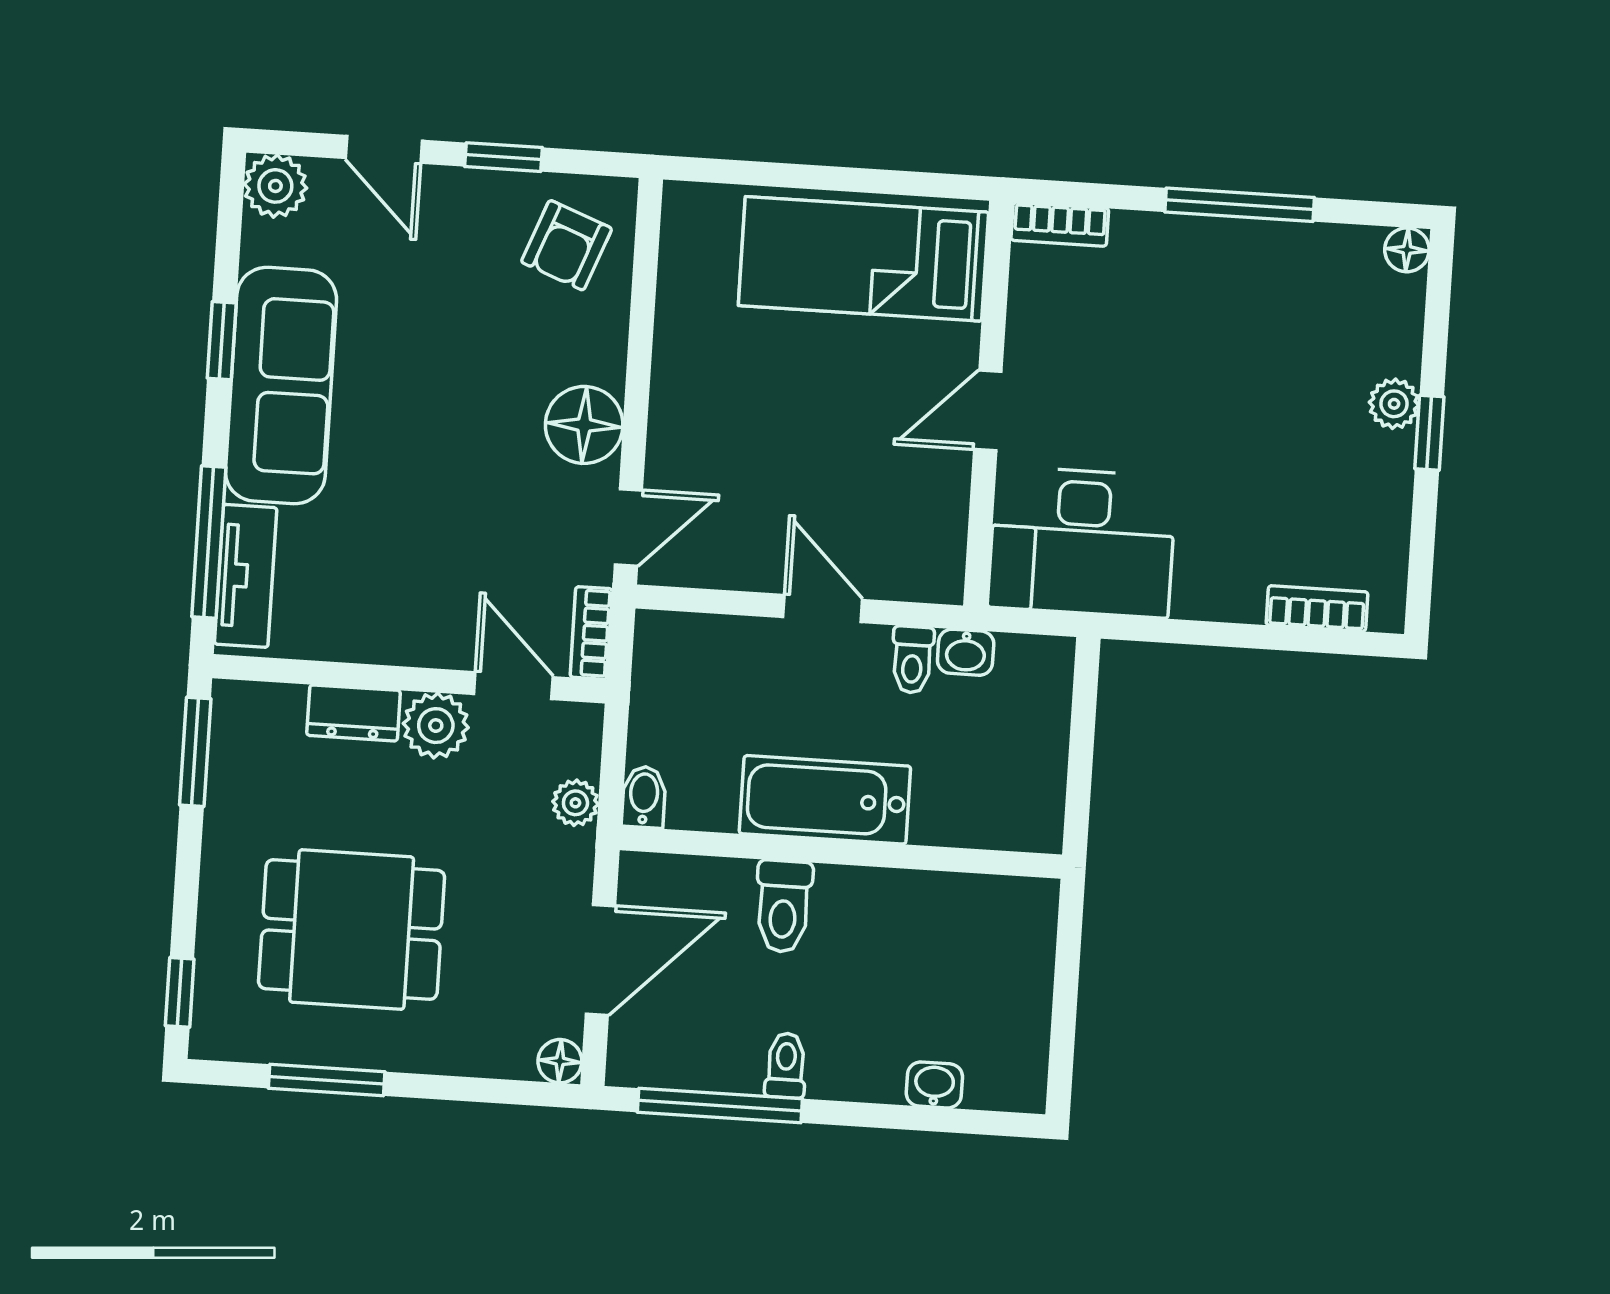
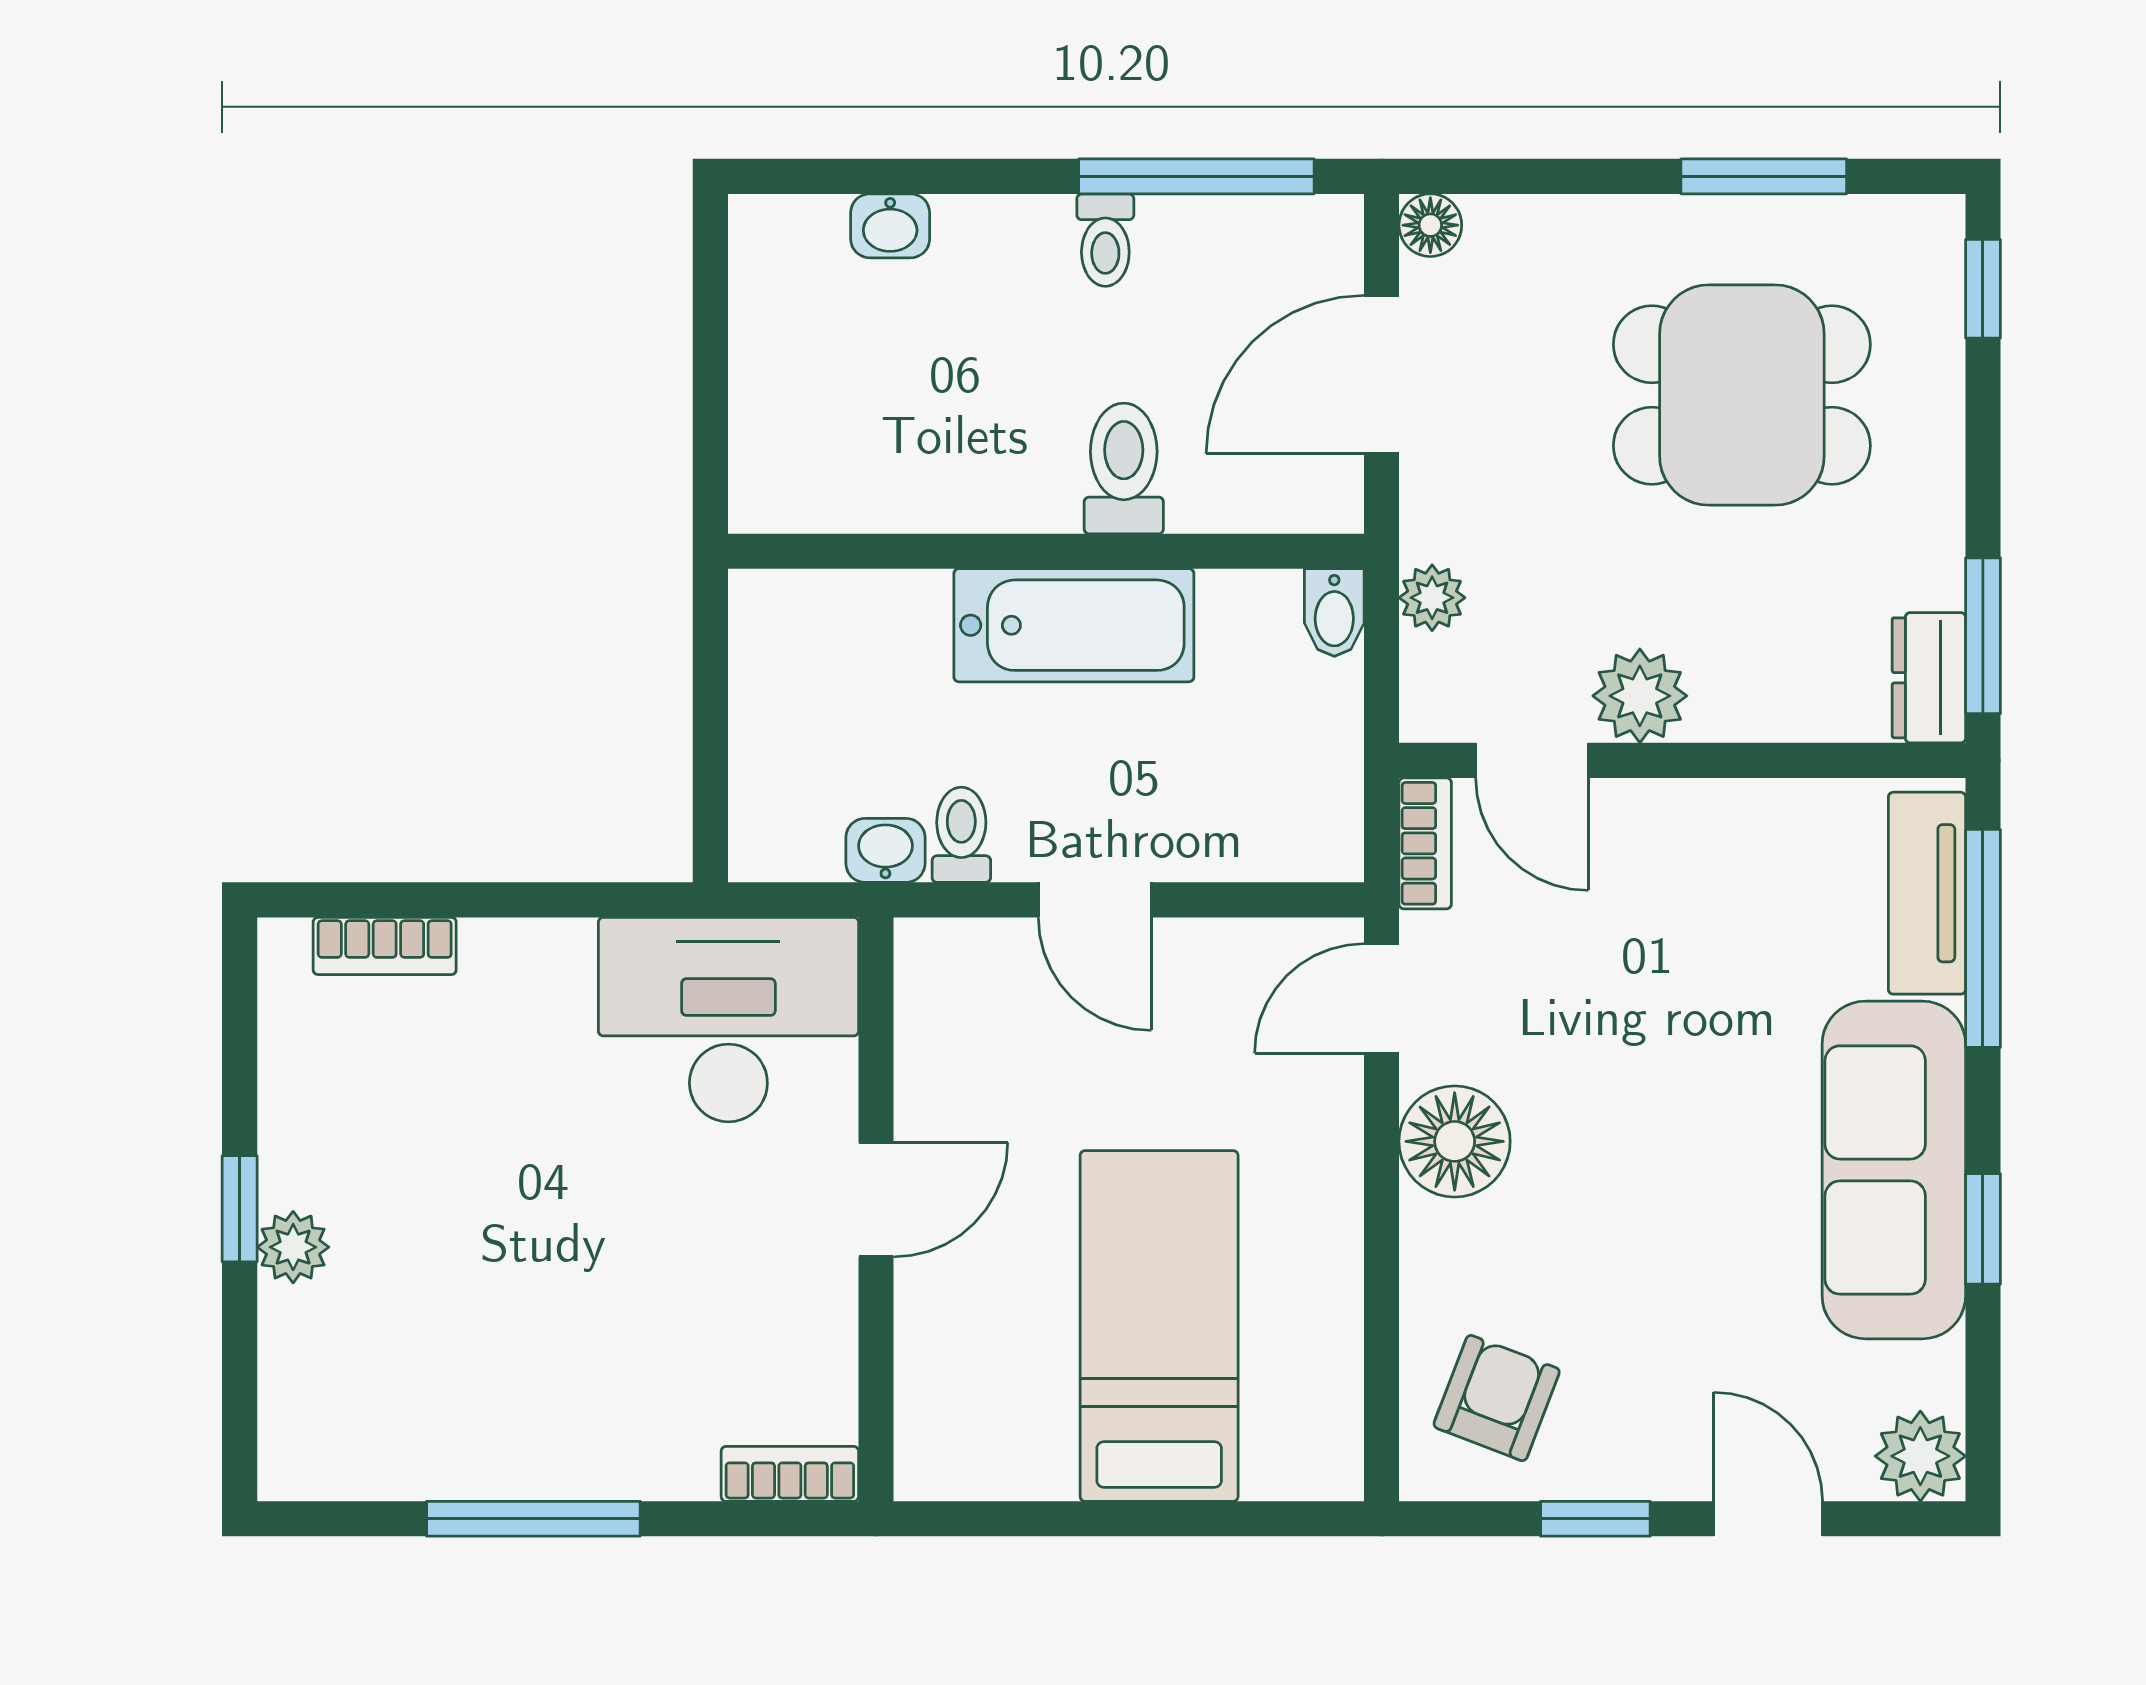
floor lamp: (1407, 250) -> (289, 1470), removed
bed: (863, 259) -> (1159, 1326), moved, turned -90
dresser: (354, 713) -> (1929, 678), moved, turned -90

